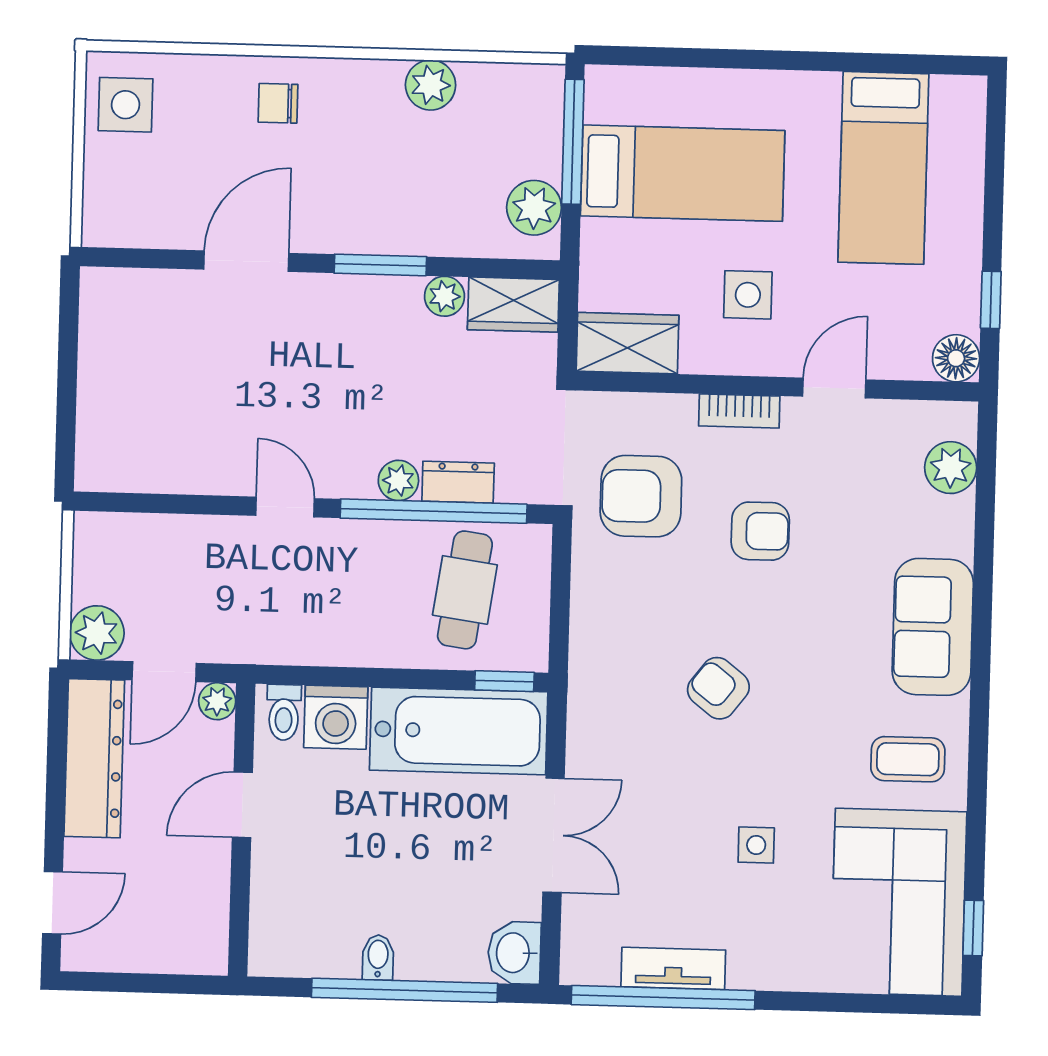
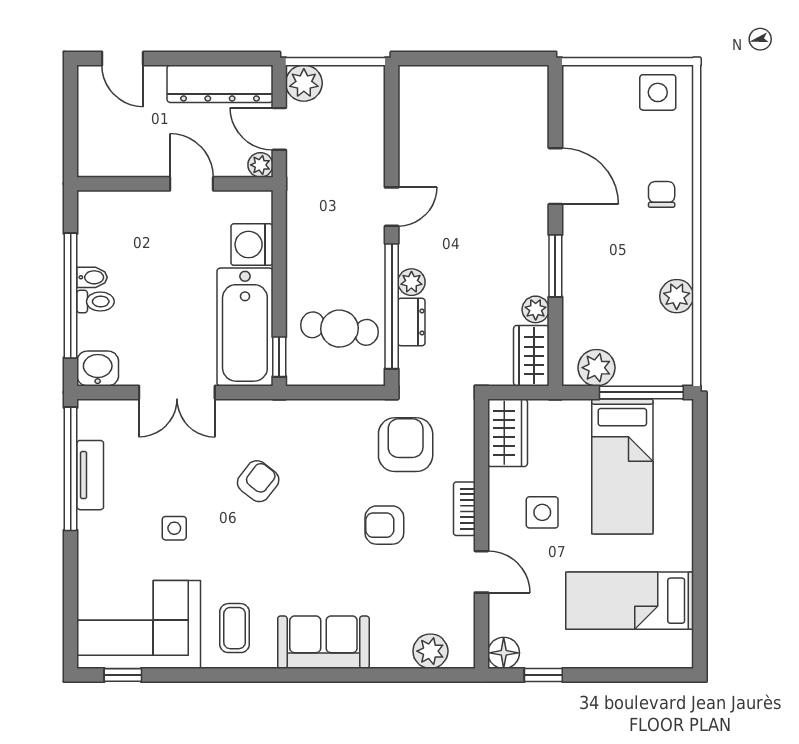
armchair: (760, 531) -> (384, 525), turned 90
armchair: (718, 688) -> (258, 481), moved
toilet: (284, 712) -> (96, 302), moved, turned 180

